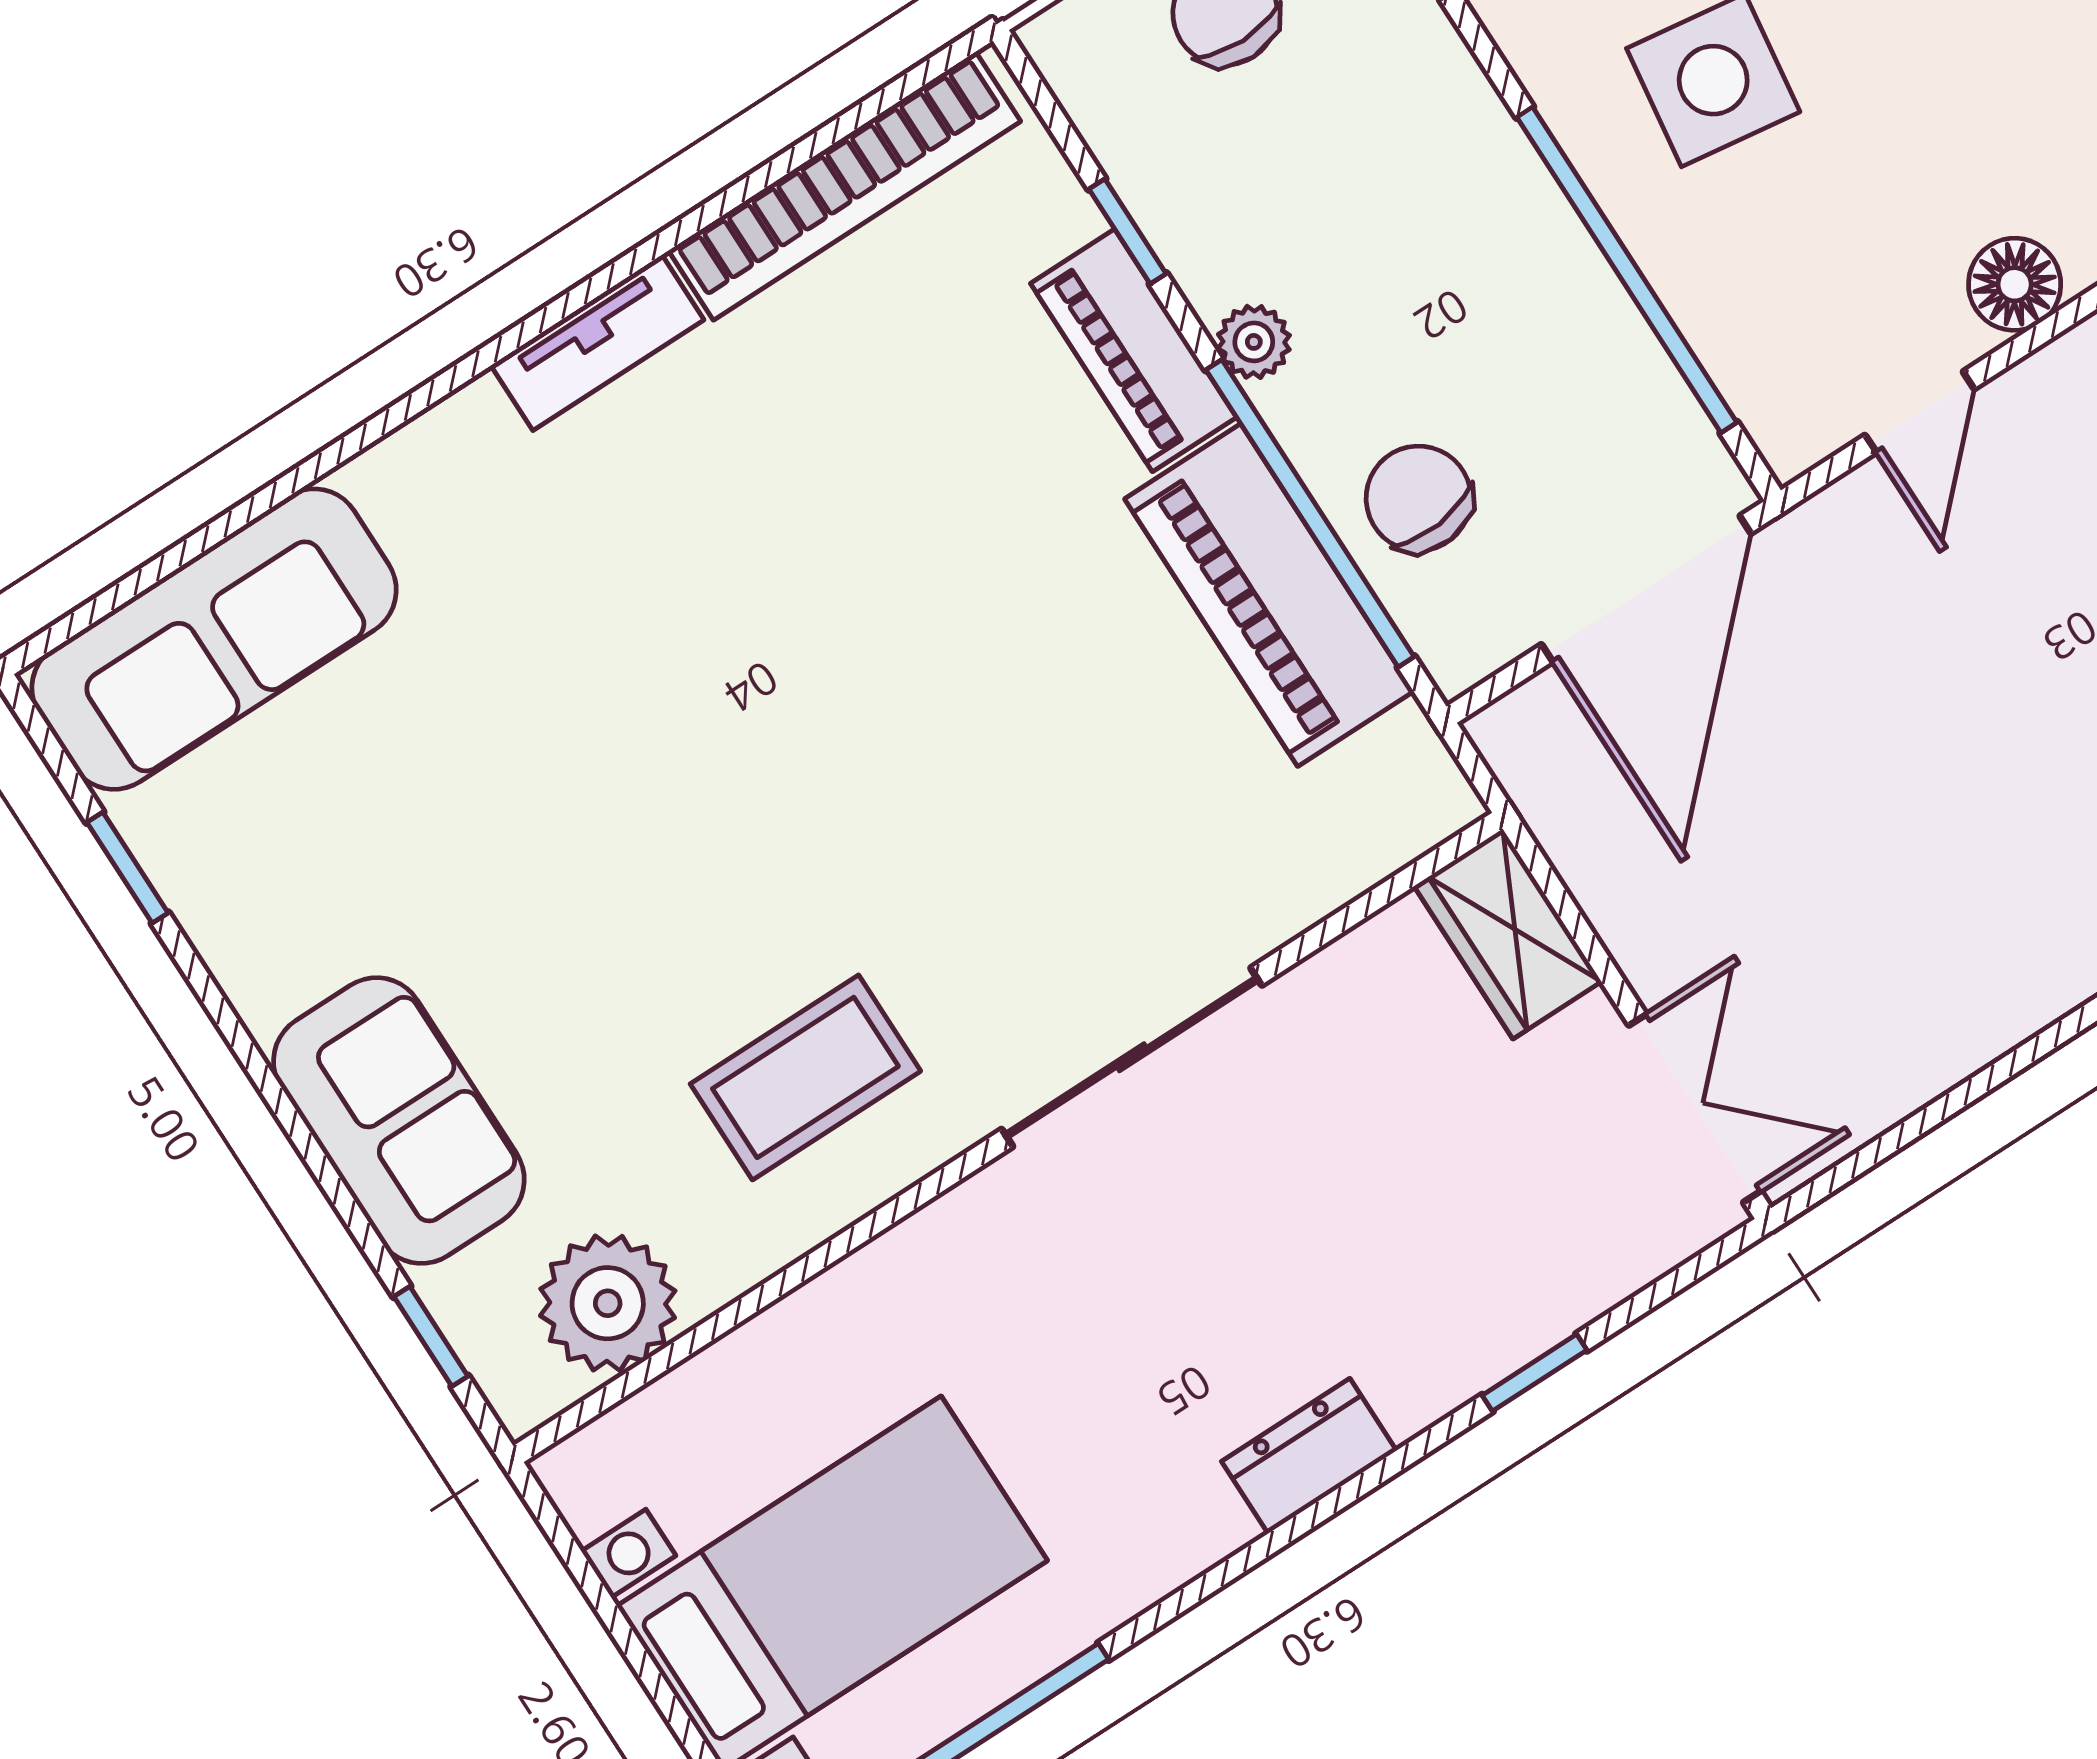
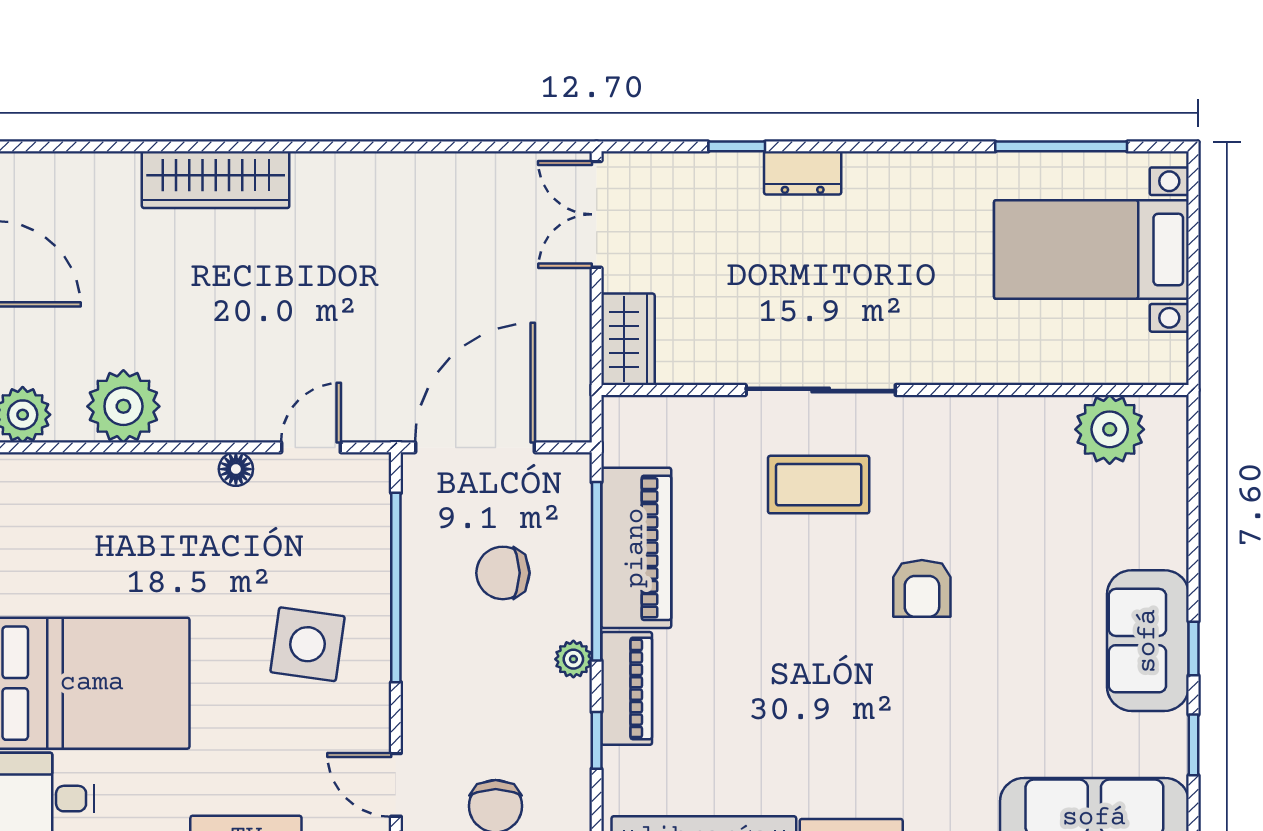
floor lamp: (2015, 284) -> (236, 469), width x0.73, depth x0.73
chair: (1419, 498) -> (503, 573), moved, turned 96
armchair: (749, 836) -> (922, 588), added
coffee table: (805, 1077) -> (819, 485), moved
sofa: (399, 1121) -> (1148, 641), moved
window: (431, 1336) -> (1194, 648), moved
dresser: (1309, 1456) -> (803, 173), moved

